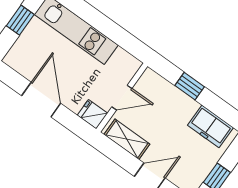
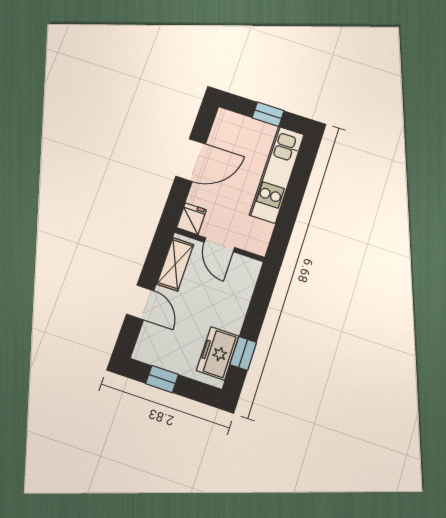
window: (190, 86) -> (243, 354), moved

